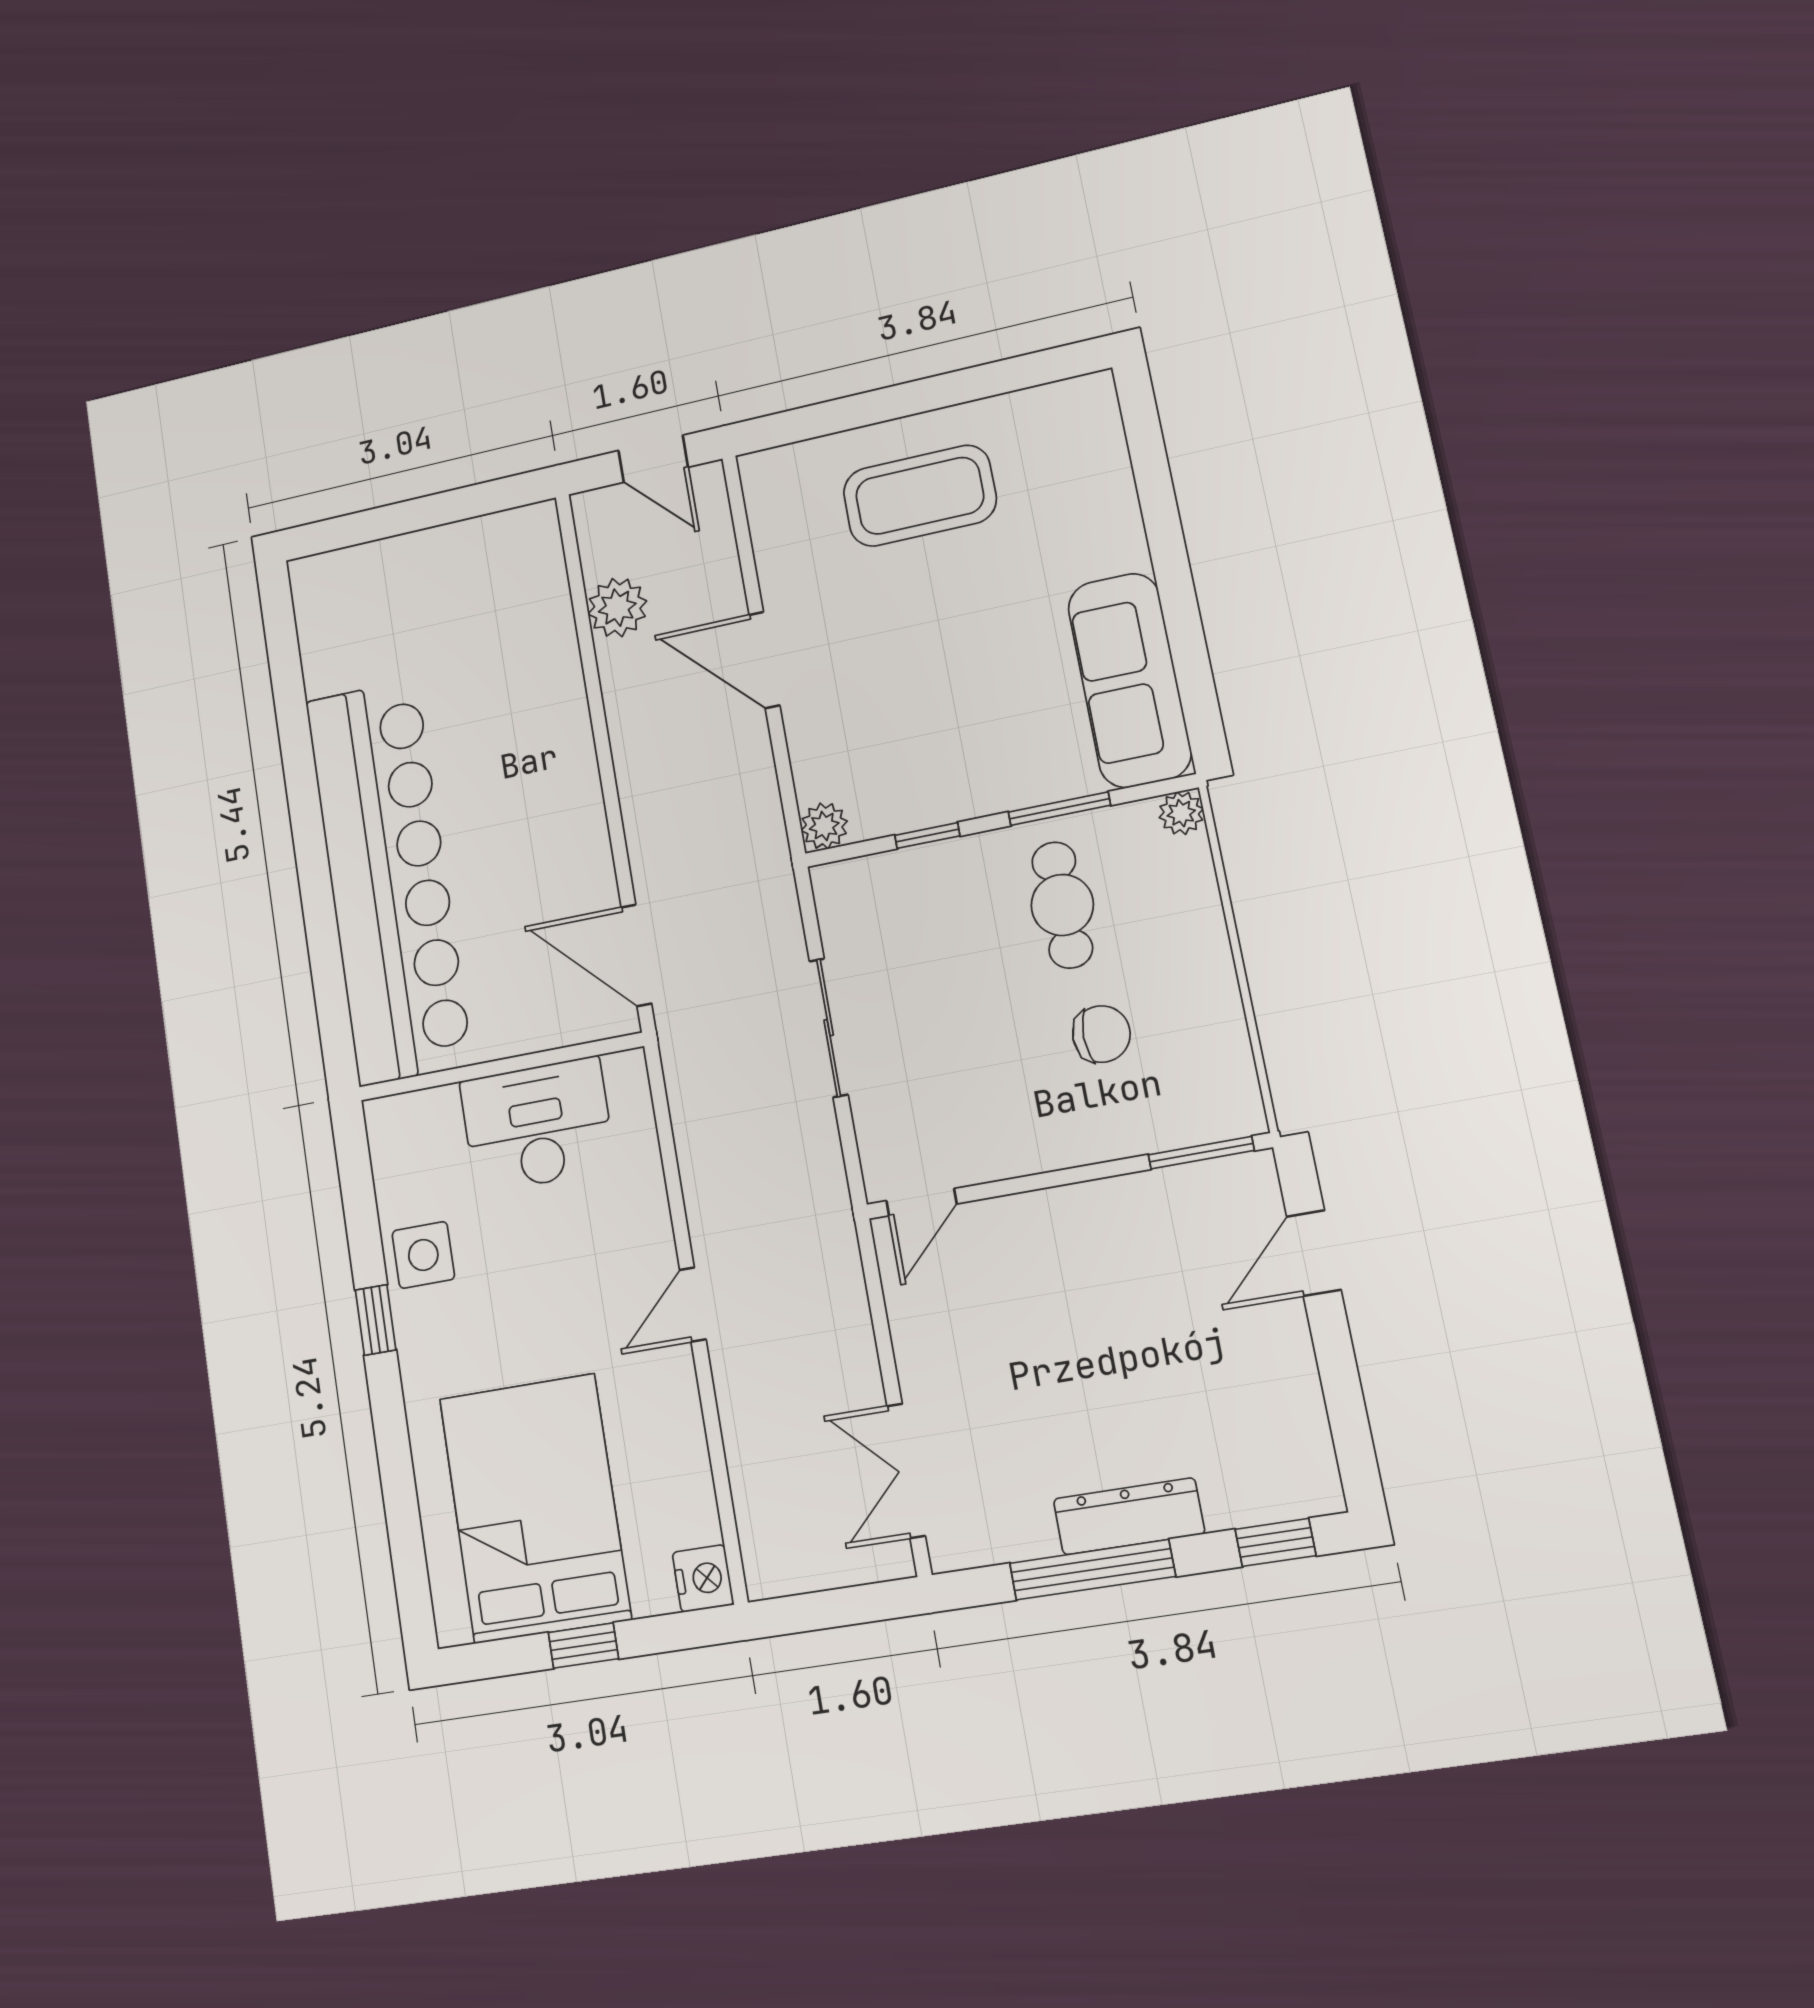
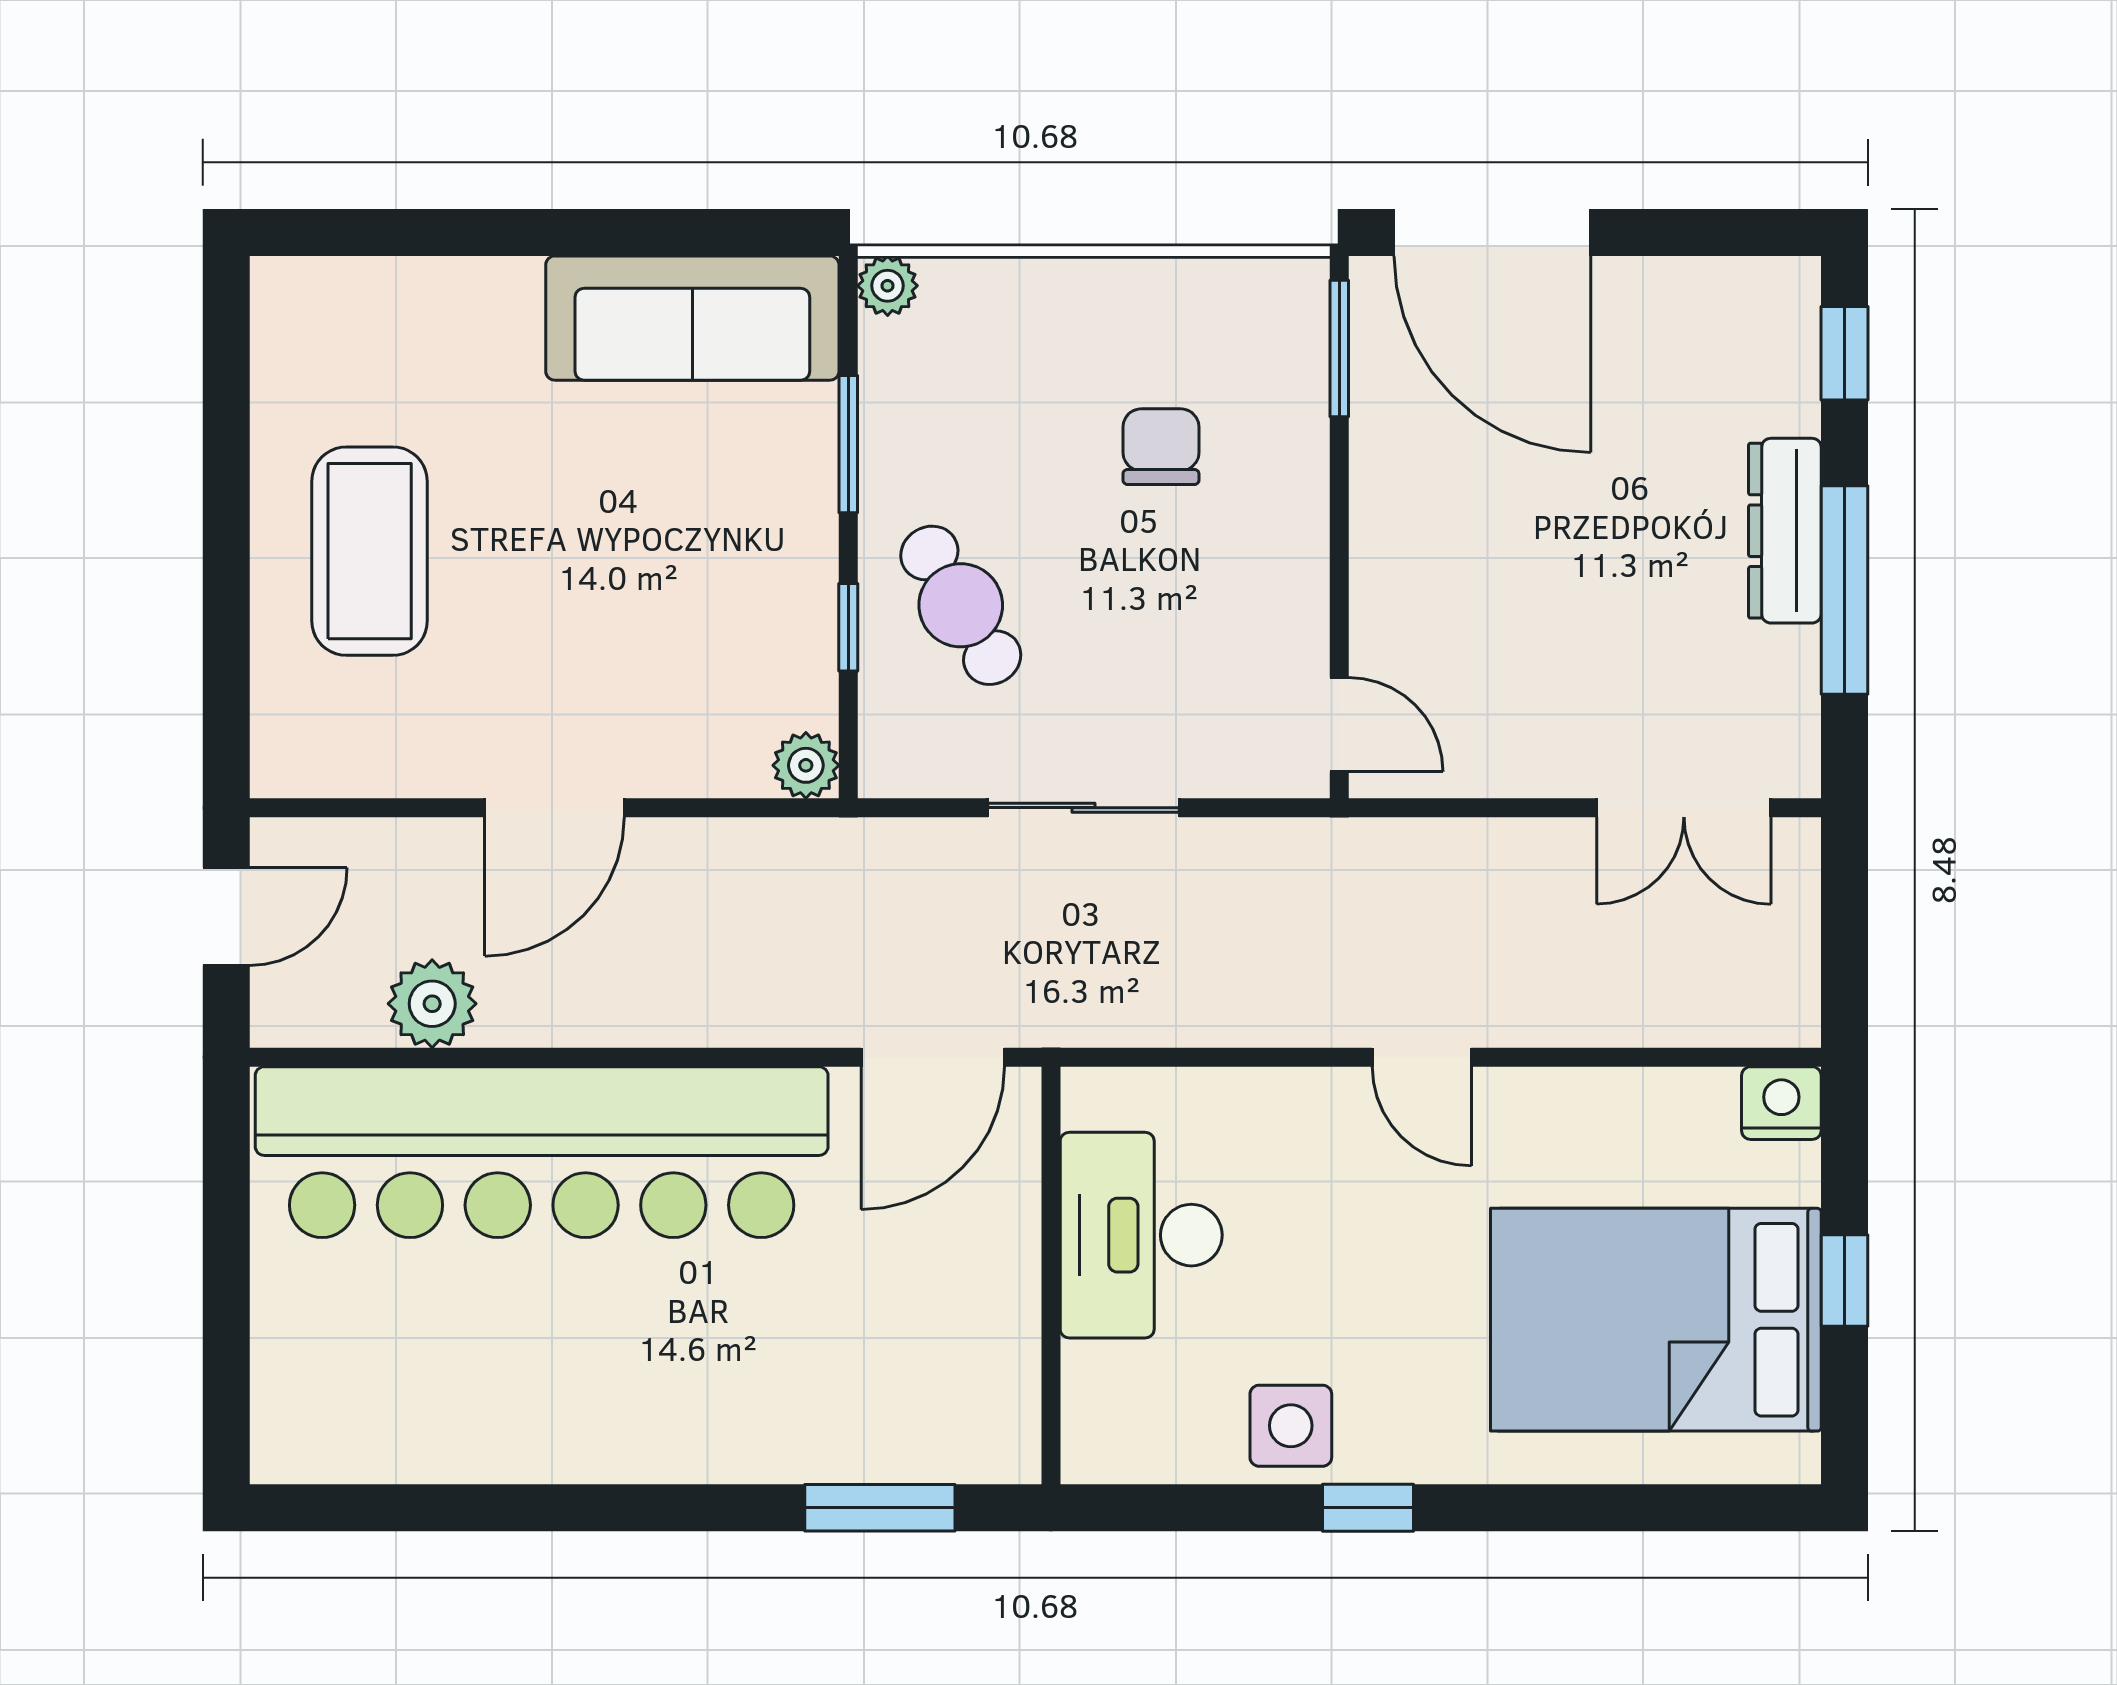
bar counter: (388, 880) -> (542, 1152), moved, turned 180
cafe table: (1062, 905) -> (961, 605), moved, turned 59
window: (329, 979) -> (880, 1508), added
door: (1314, 1253) -> (1492, 232), width x1.87

